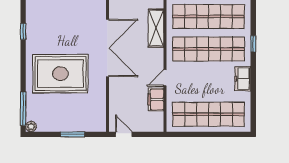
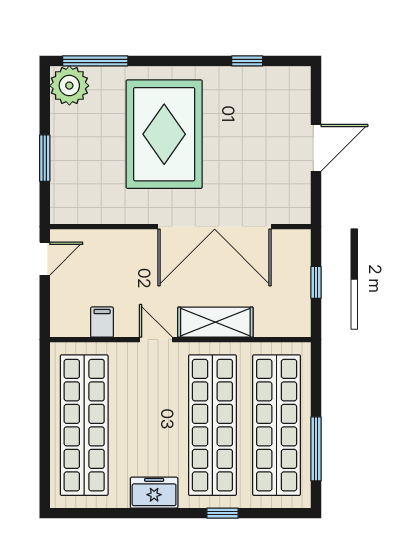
shelving: (156, 28) -> (215, 322), moved
filing cabinet: (156, 99) -> (102, 322), width x0.50
plant: (31, 127) -> (69, 86), width x1.87, depth x1.87

